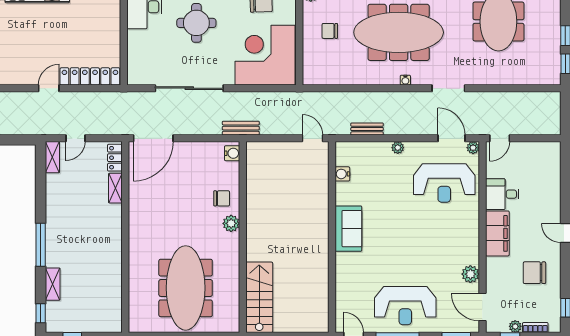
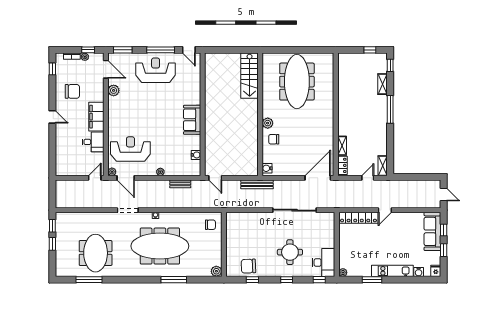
chair: (330, 31) -> (210, 225), moved
corner desk: (265, 55) -> (246, 231), removed
bench: (241, 128) -> (257, 184), width x1.36

